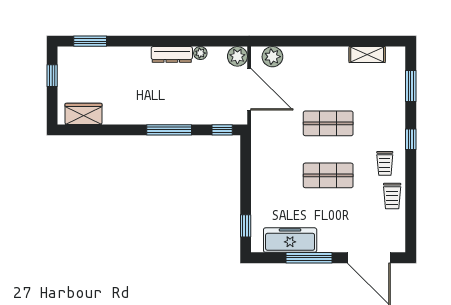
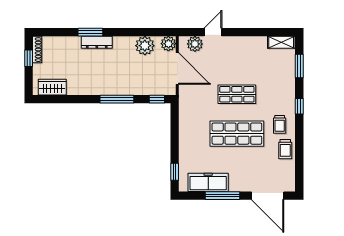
window: (90, 41) -> (90, 32), moved
door: (296, 41) -> (213, 32), added
plant: (200, 53) -> (145, 46), width x1.87, depth x1.87
dresser: (172, 54) -> (97, 42), moved
shelving: (367, 55) -> (281, 42), moved
shoe rack: (63, 64) -> (37, 50), added
shop shelf: (328, 175) -> (237, 134), width x1.43, depth x1.36

